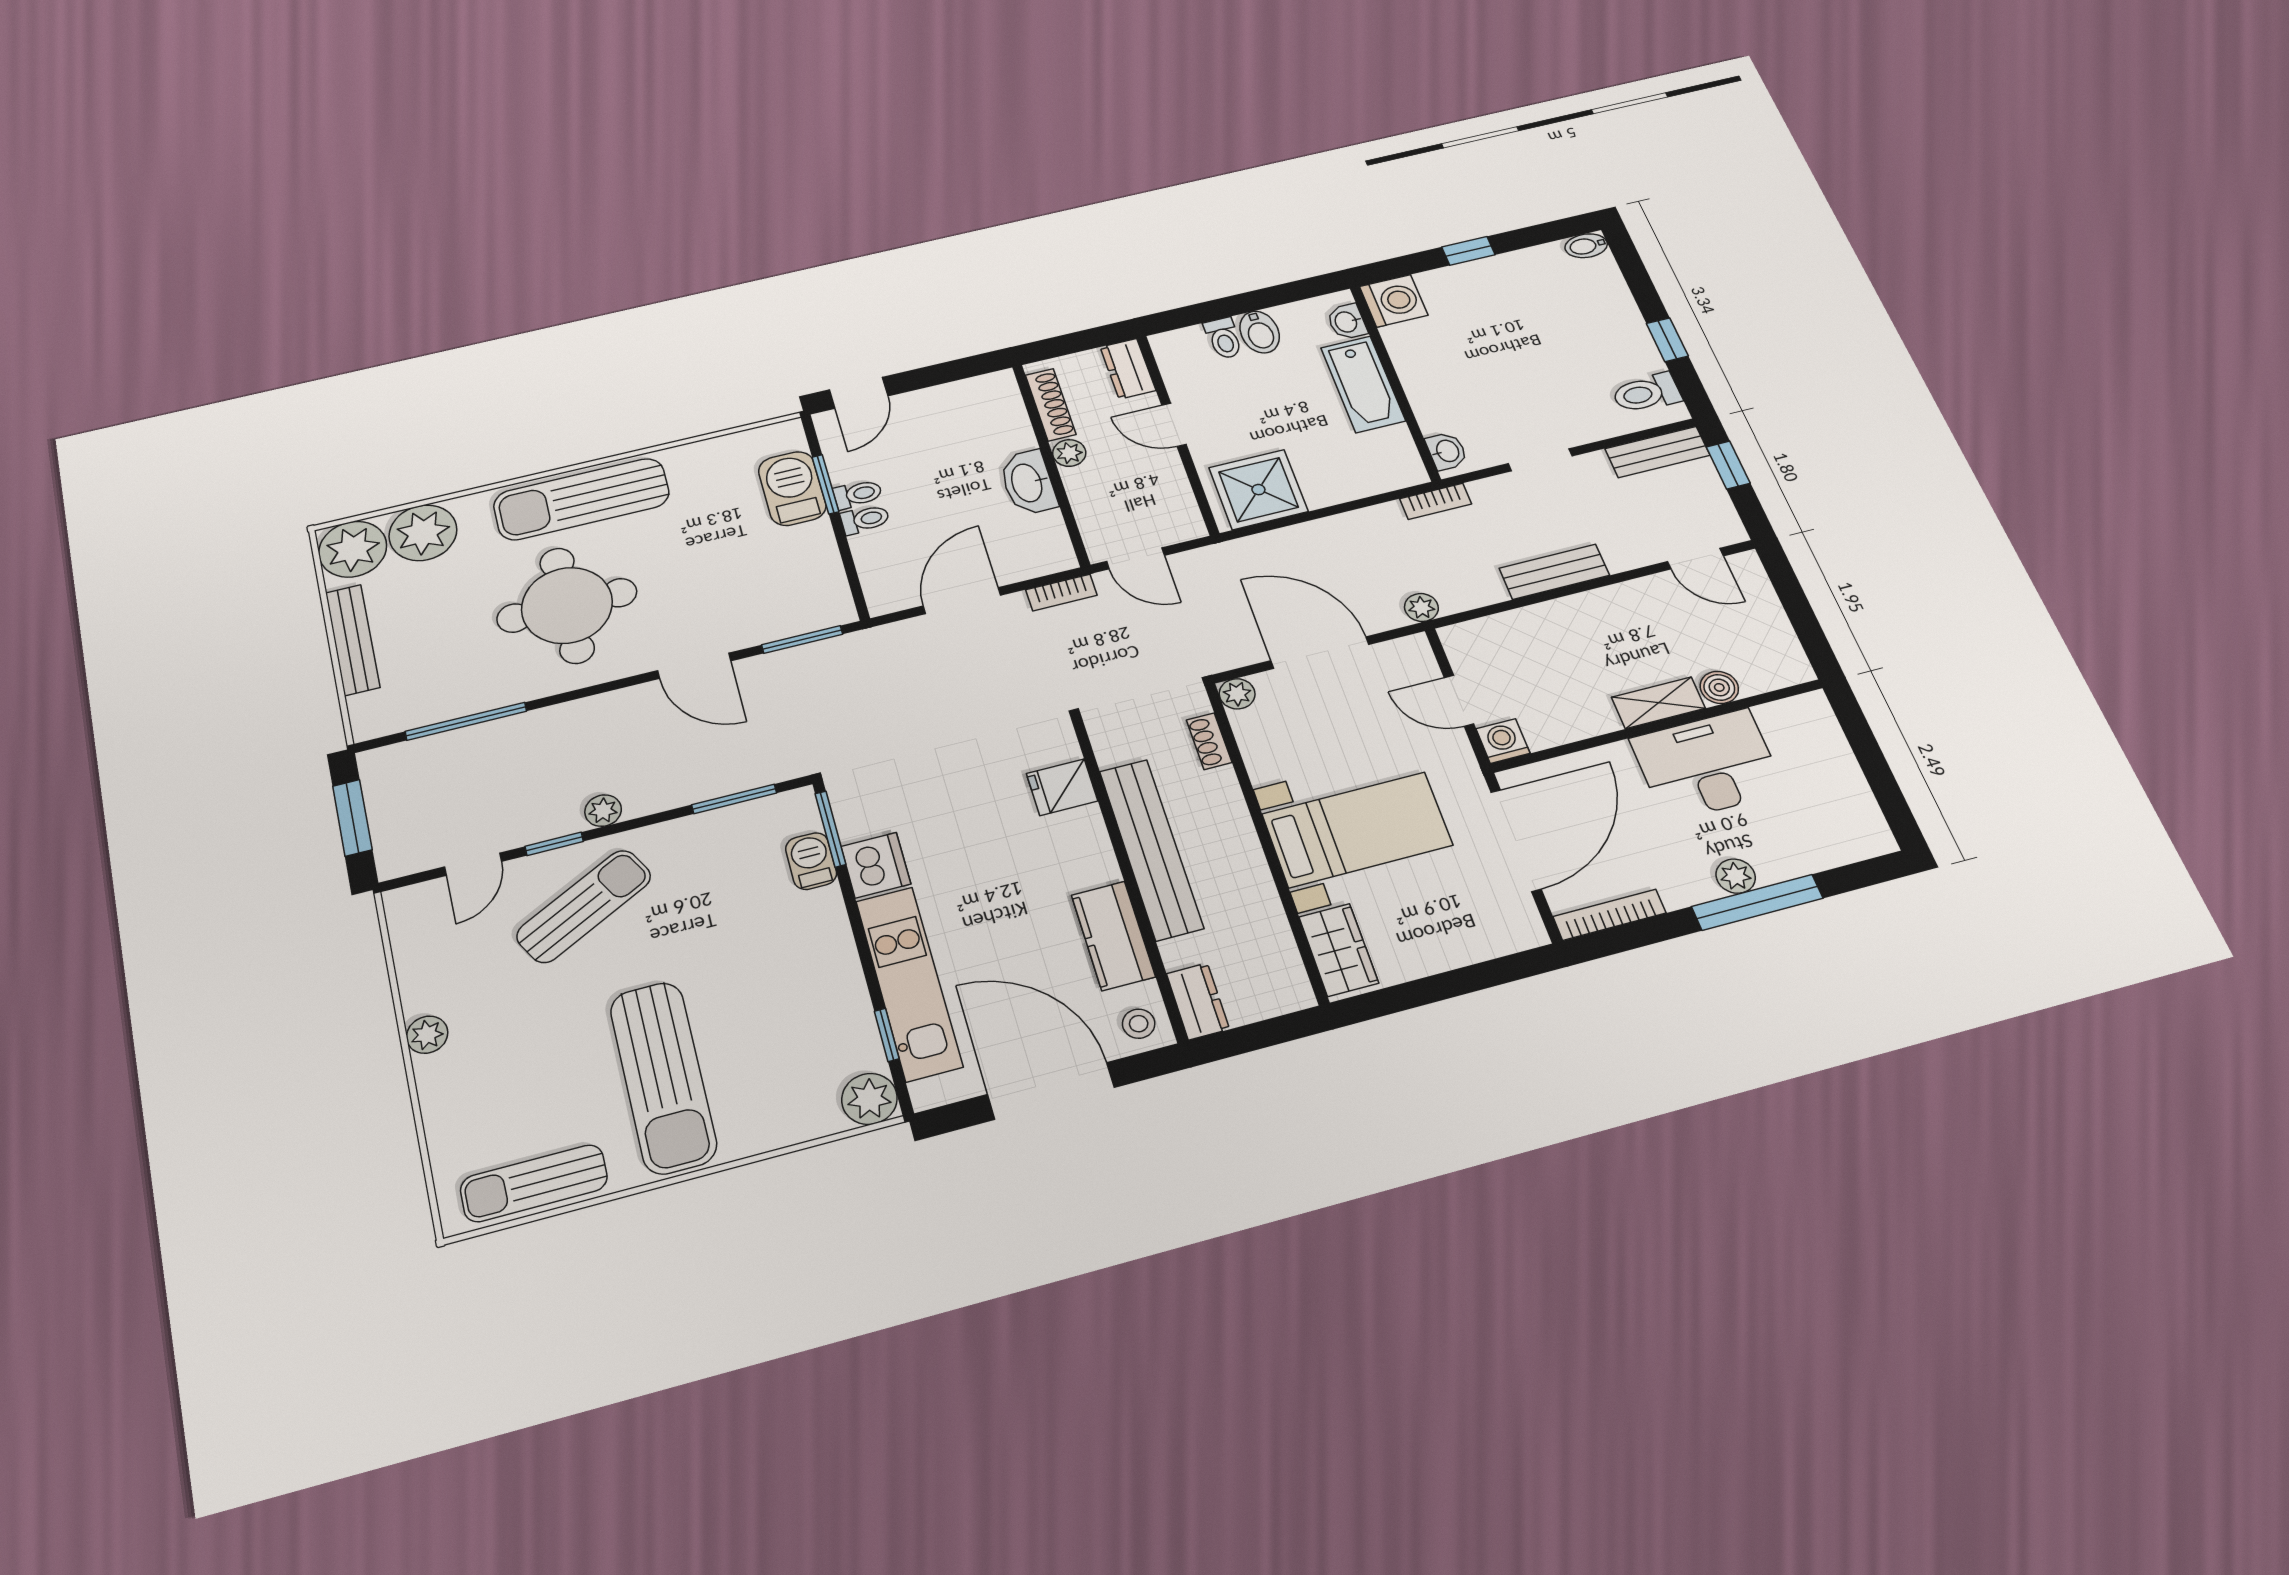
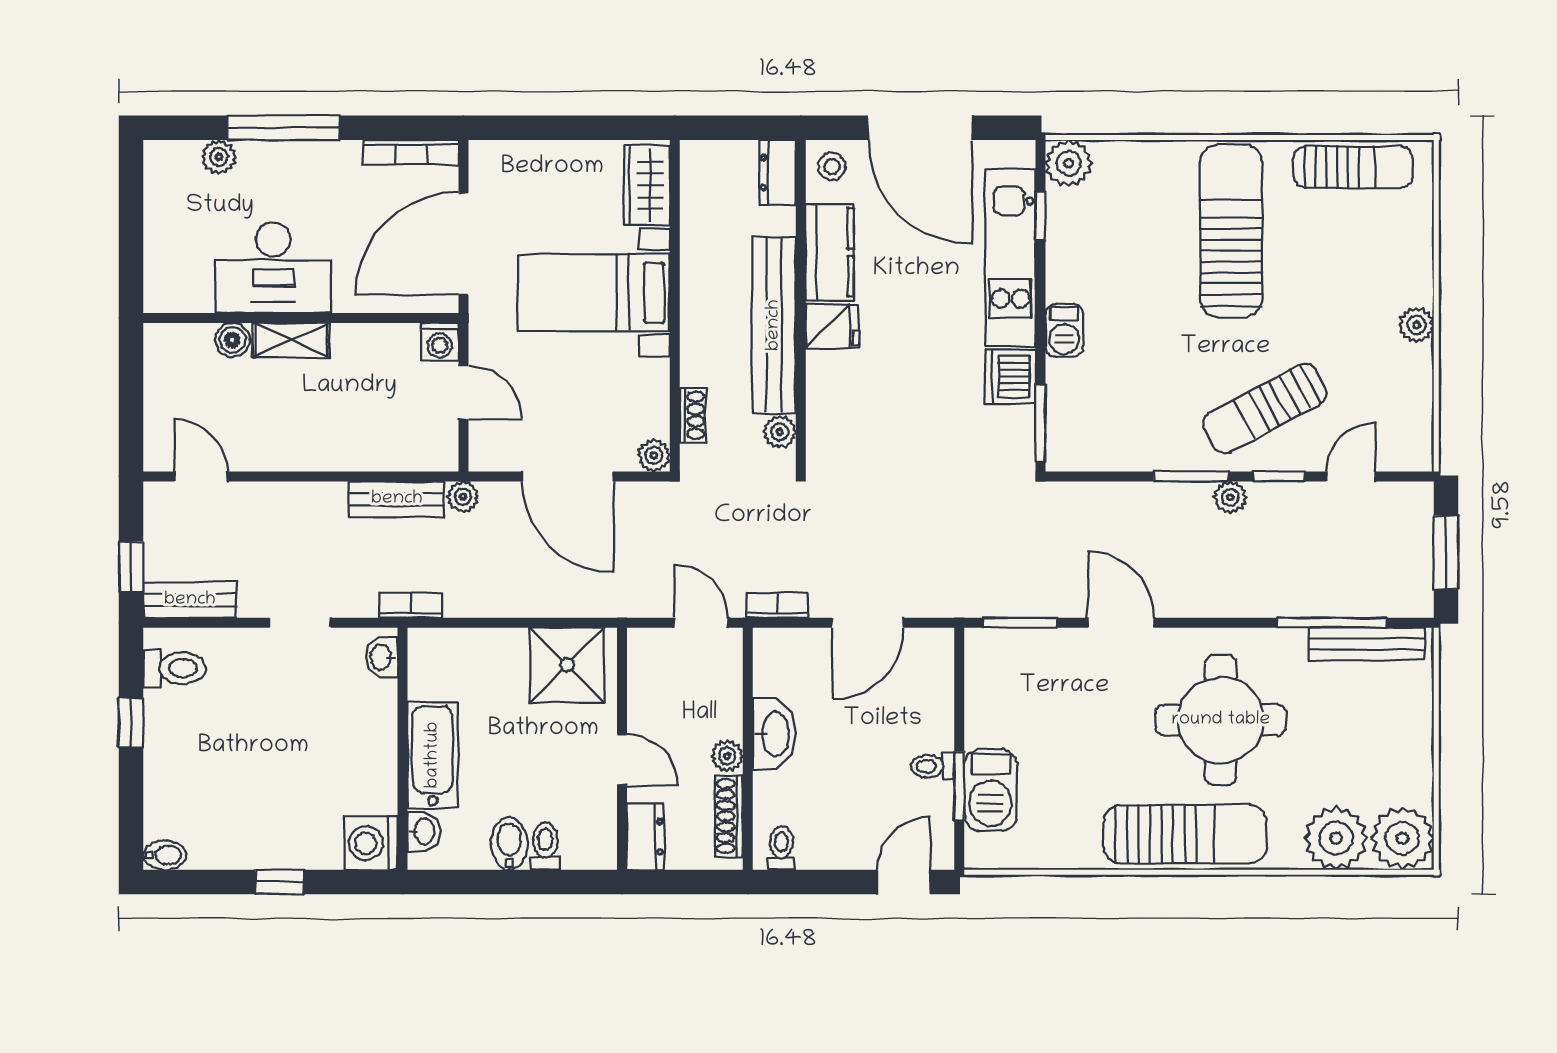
toilet: (865, 519) -> (781, 848), moved, turned 90
bench: (1554, 572) -> (397, 499), moved
bench: (353, 640) -> (1366, 644), moved, turned 90
plant: (1111, 749) -> (780, 432), added
fridge: (1062, 787) -> (832, 326), moved
window: (734, 799) -> (1191, 476), moved
barbecue: (811, 861) -> (1064, 330), moved
plant: (1736, 876) -> (219, 157), moved

